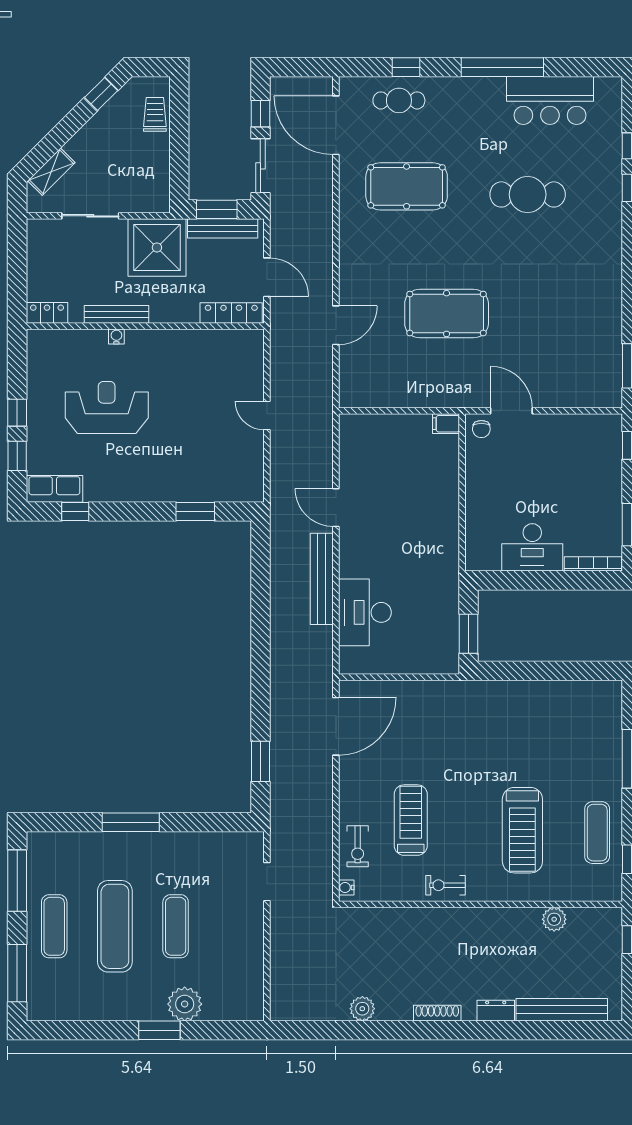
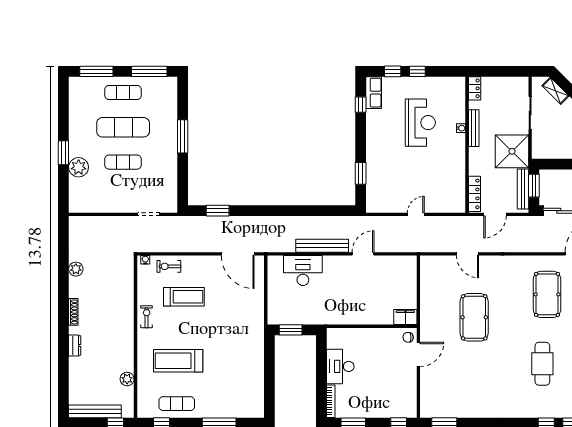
filing cabinet: (446, 424) -> (405, 317), width x2.00
bench: (562, 1010) -> (95, 411), moved, turned 90

